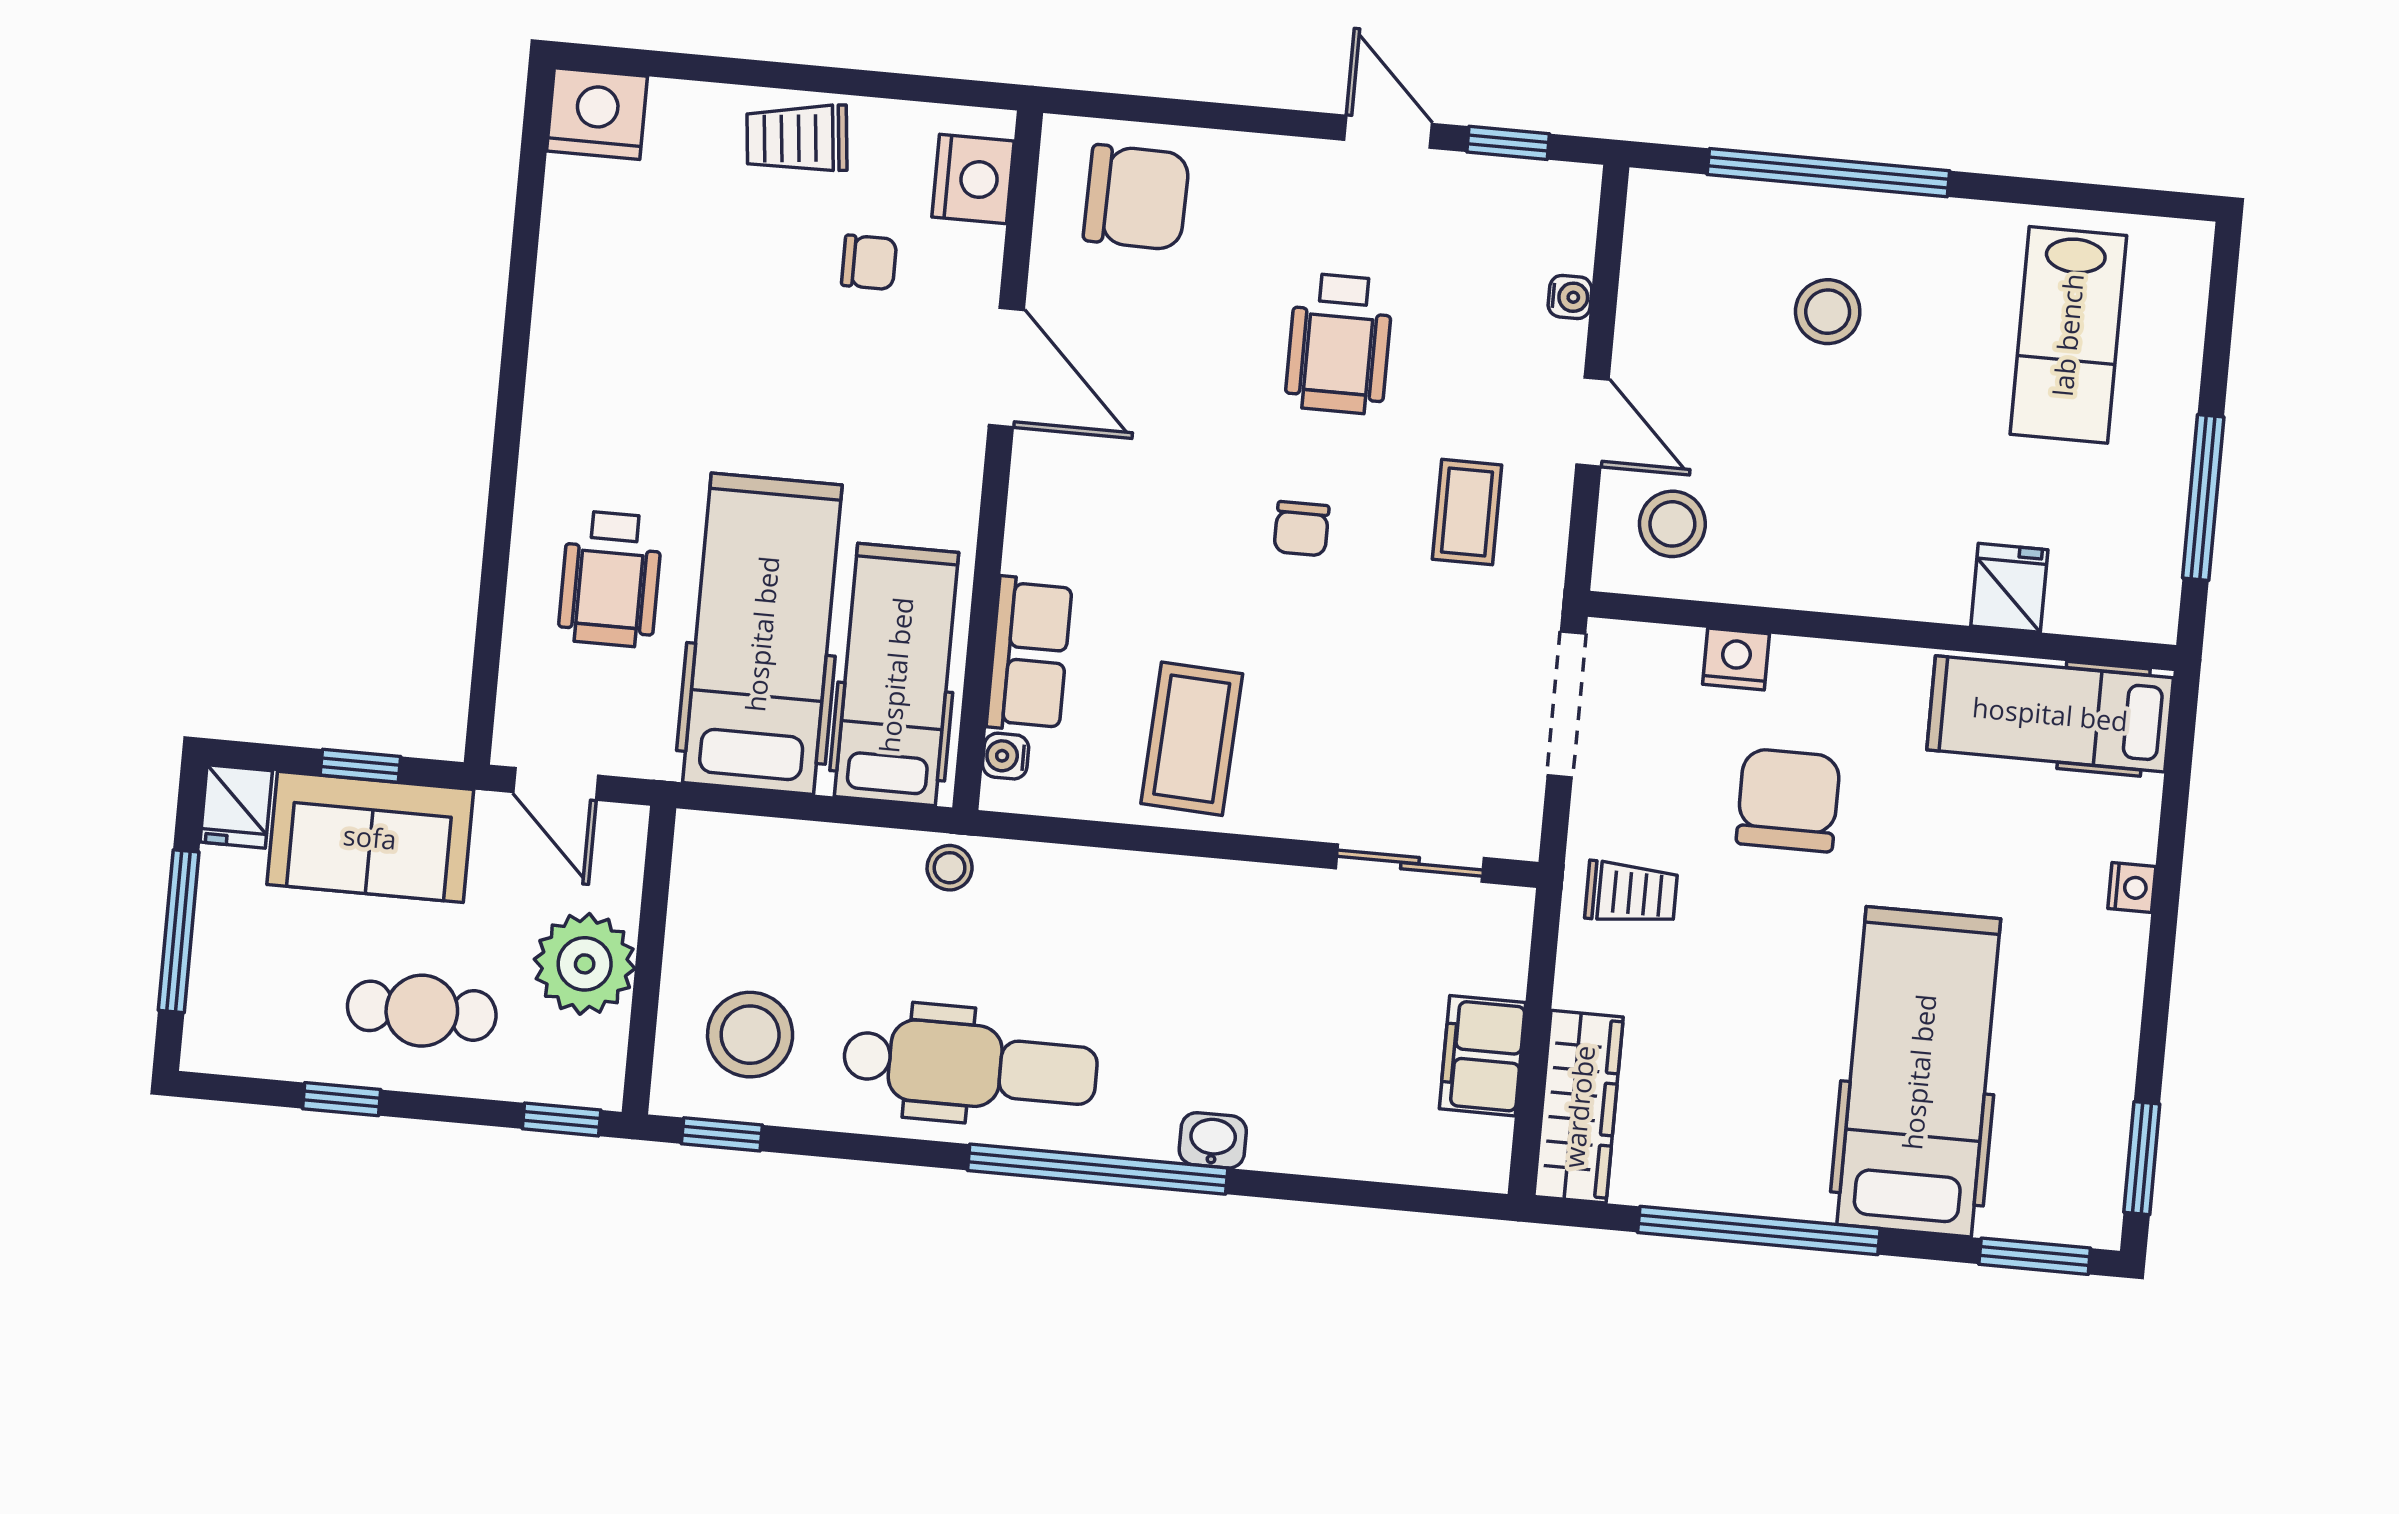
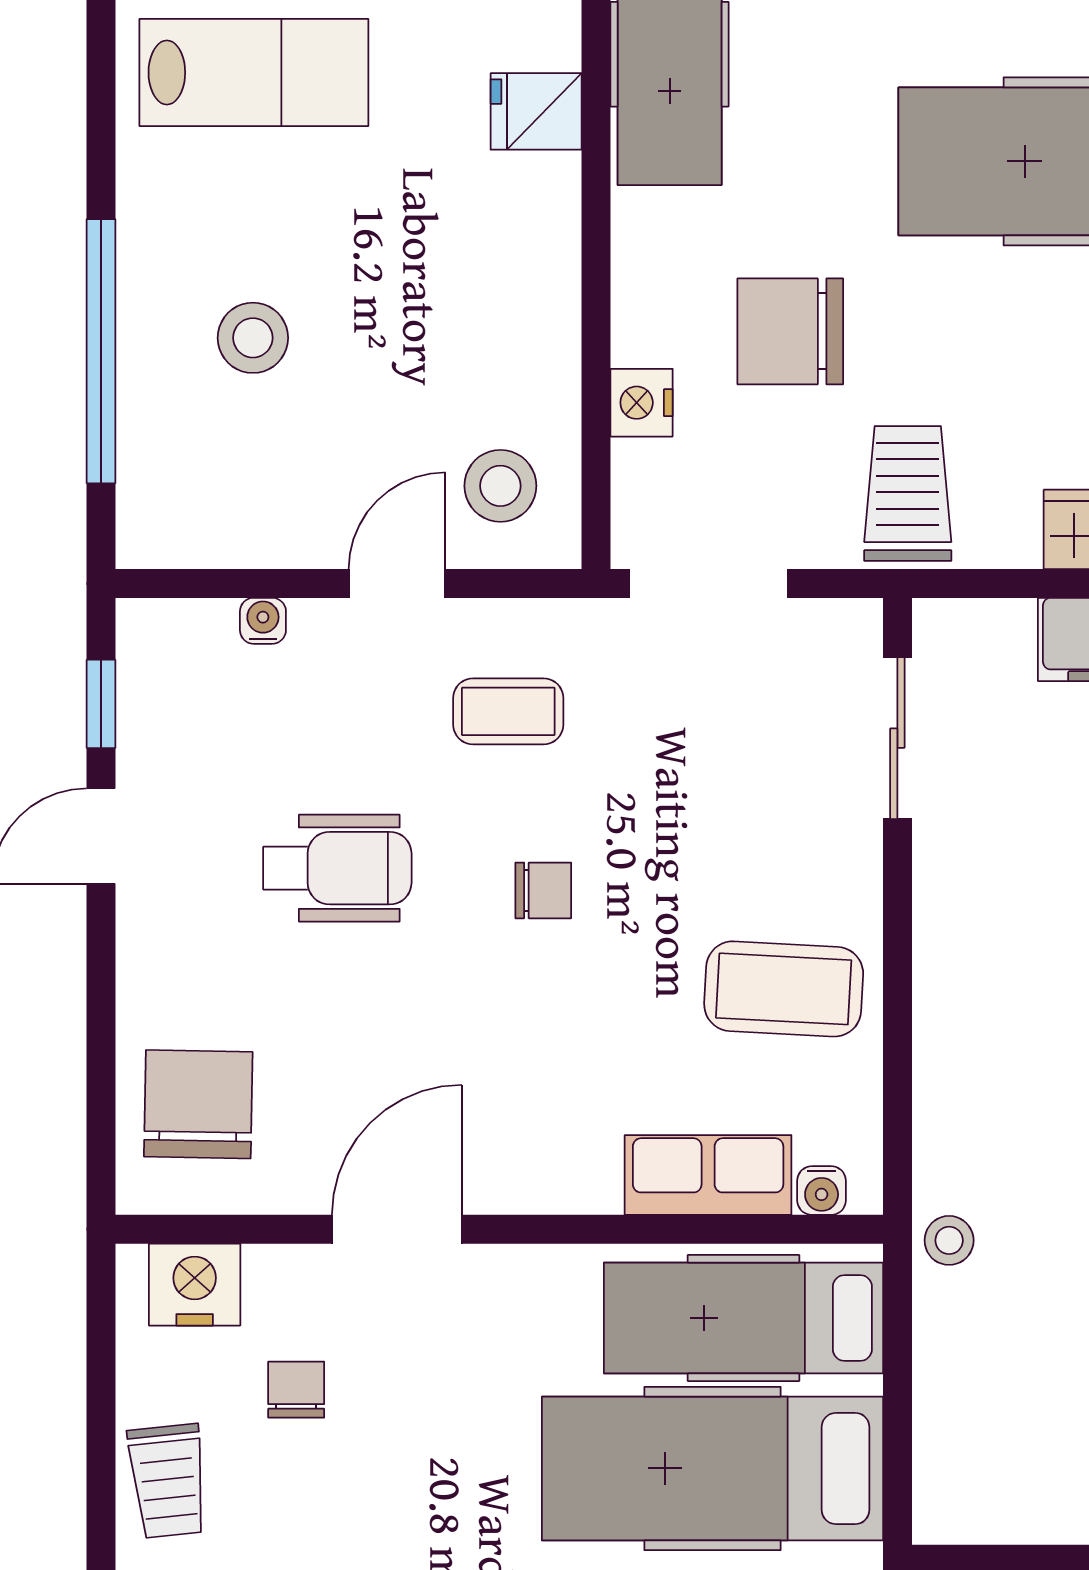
trolley: (1631, 893) -> (908, 493), width x1.36, depth x1.39

